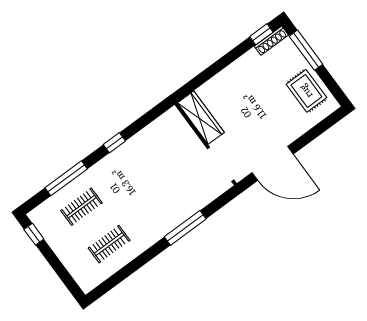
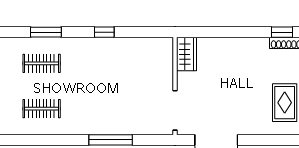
wardrobe: (201, 118) -> (186, 54), width x0.67
window: (66, 178) -> (46, 32), width x0.69

